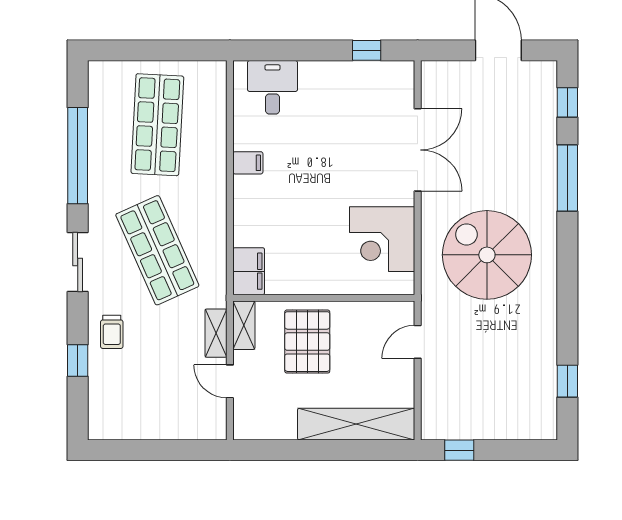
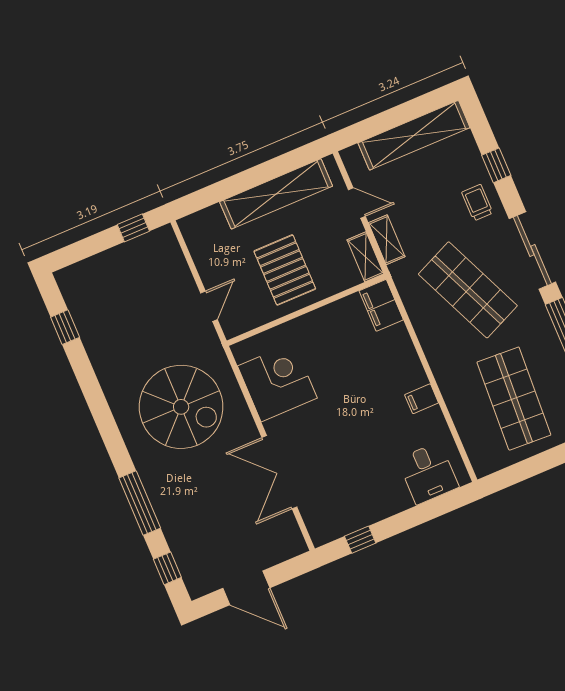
sliding door: (78, 262) -> (532, 250), width x1.37
pallet: (307, 342) -> (285, 270), moved
shelving: (146, 424) -> (414, 135), added
shelving: (356, 424) -> (276, 194), moved

